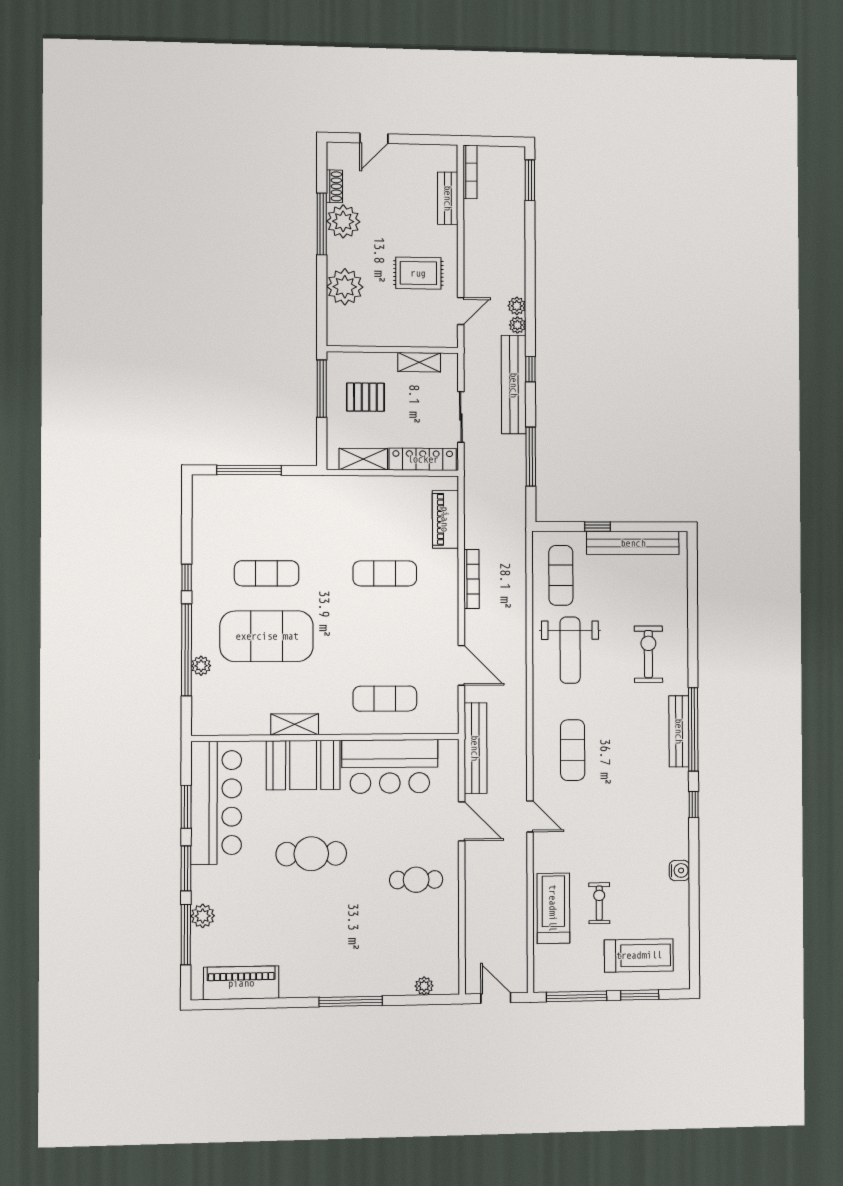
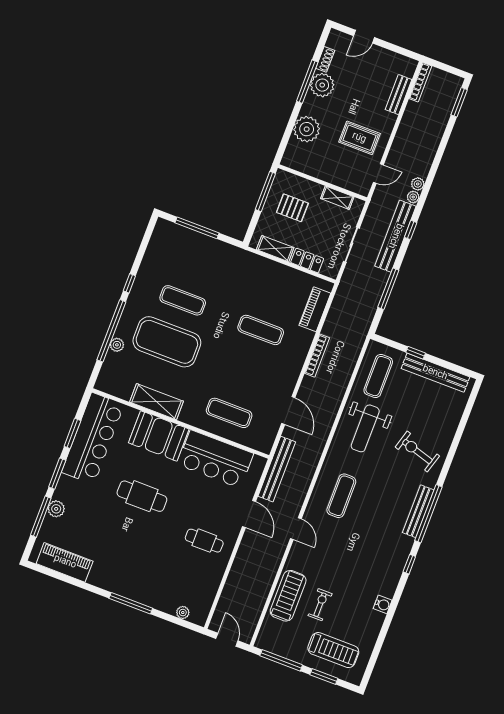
locker: (423, 459) -> (307, 261), width x0.66
exercise bike: (648, 654) -> (417, 451), turned -73
shelving: (295, 724) -> (156, 402), width x1.50, depth x1.33

